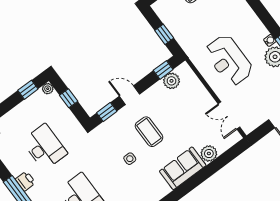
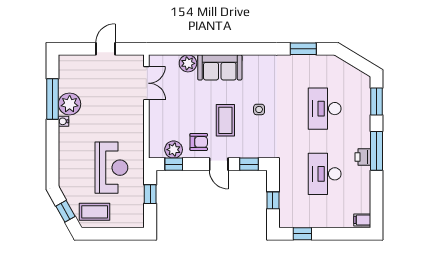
reception desk: (229, 60) -> (111, 168), moved
plant: (48, 89) -> (285, 222), removed
armchair: (157, 101) -> (199, 142), added

